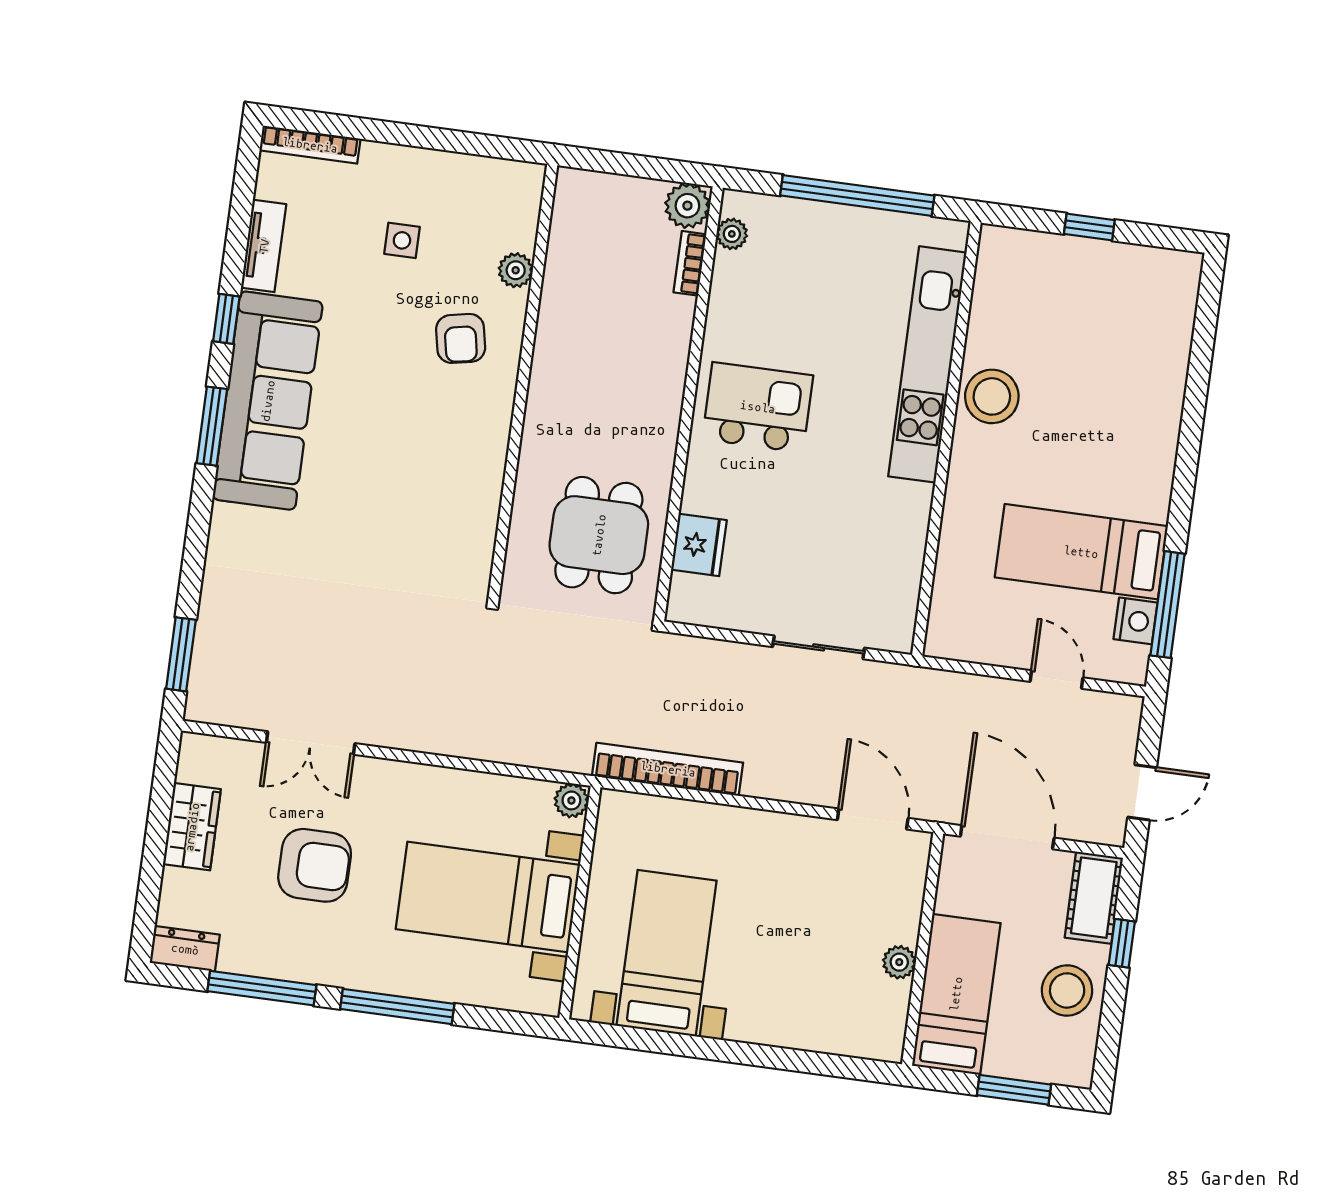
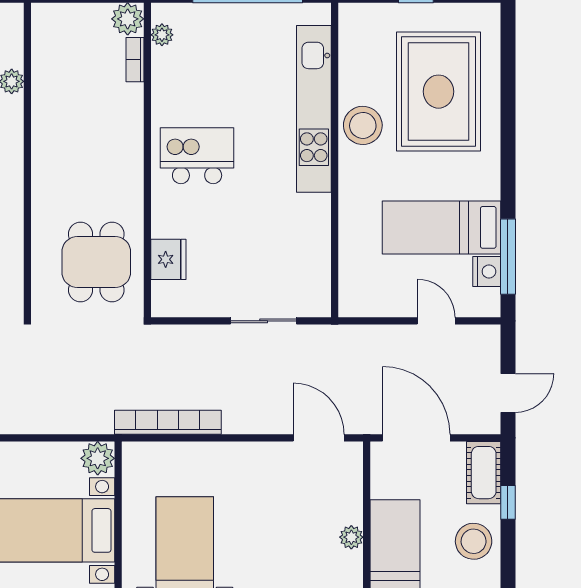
rug: (1102, 364) -> (438, 92), added
plant: (571, 800) -> (98, 458), width x1.38, depth x1.38

